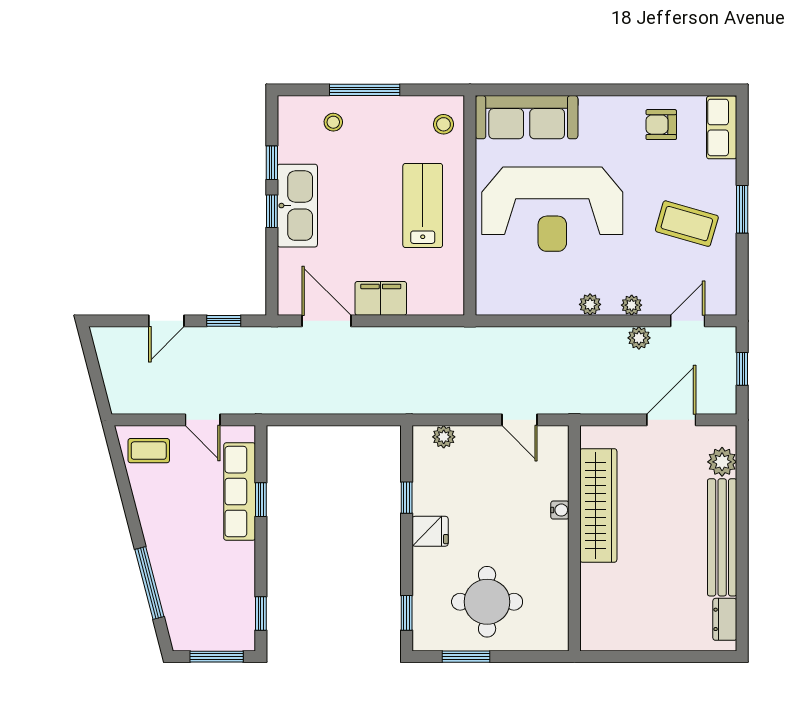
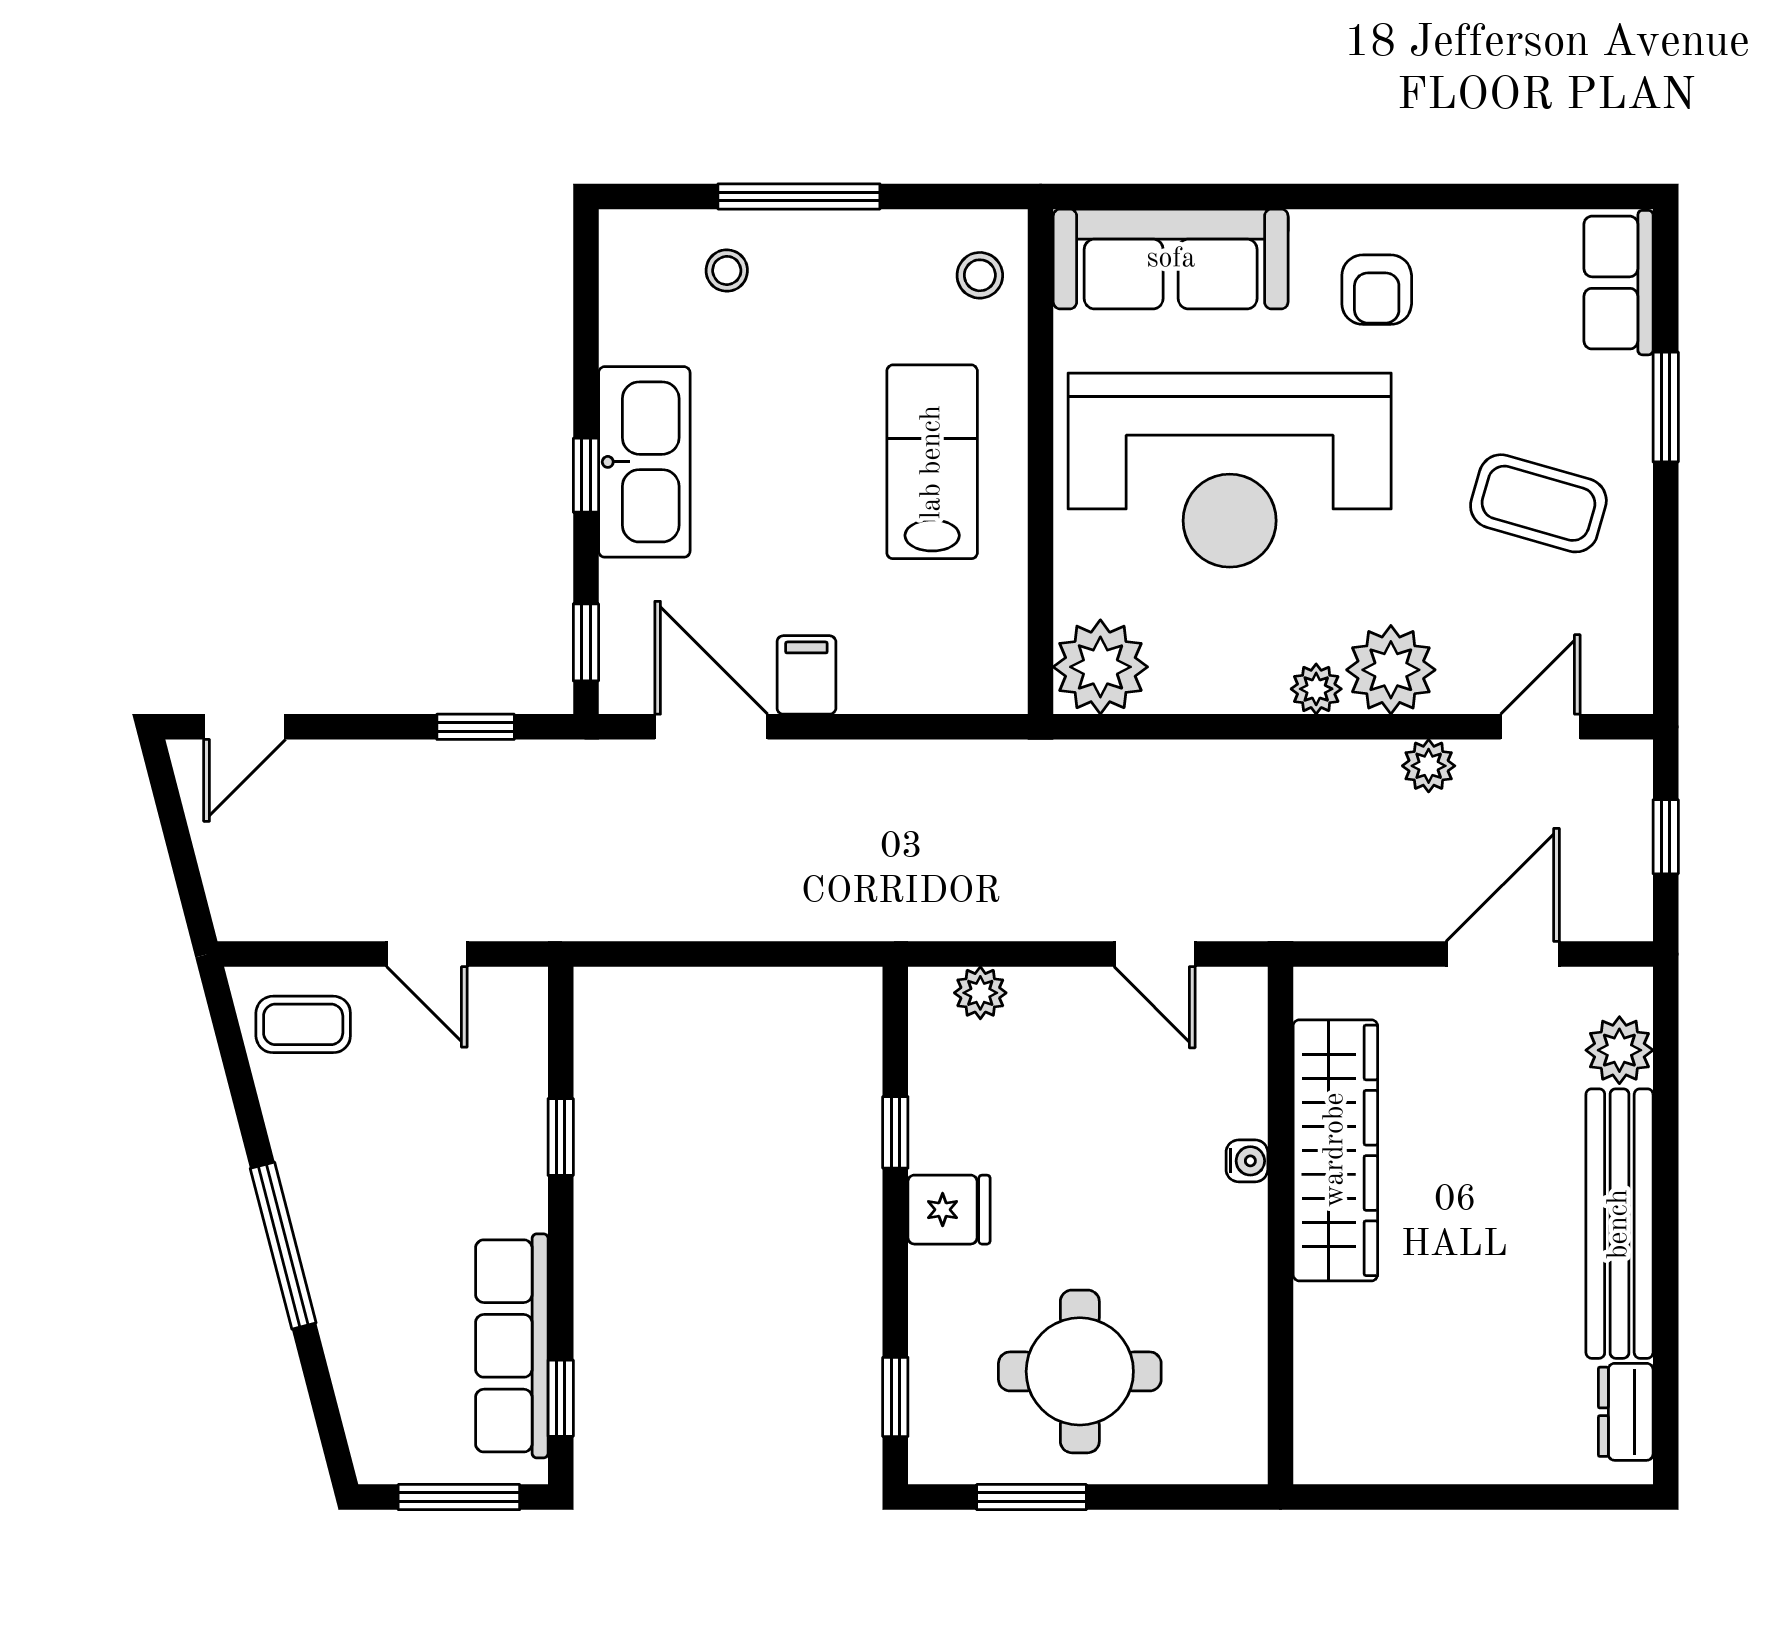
armchair: (661, 125) -> (1377, 290), moved, turned -90
window: (272, 163) -> (586, 642), moved
window: (742, 209) -> (1666, 407), moved
plant: (496, 295) -> (1100, 667), added
filing cabinet: (381, 298) -> (806, 675), width x0.50
plant: (632, 305) -> (1391, 670), width x1.88, depth x1.88
door: (166, 321) -> (245, 727), moved
row of seats: (240, 492) -> (512, 1346), moved
window: (149, 583) -> (283, 1246), moved

